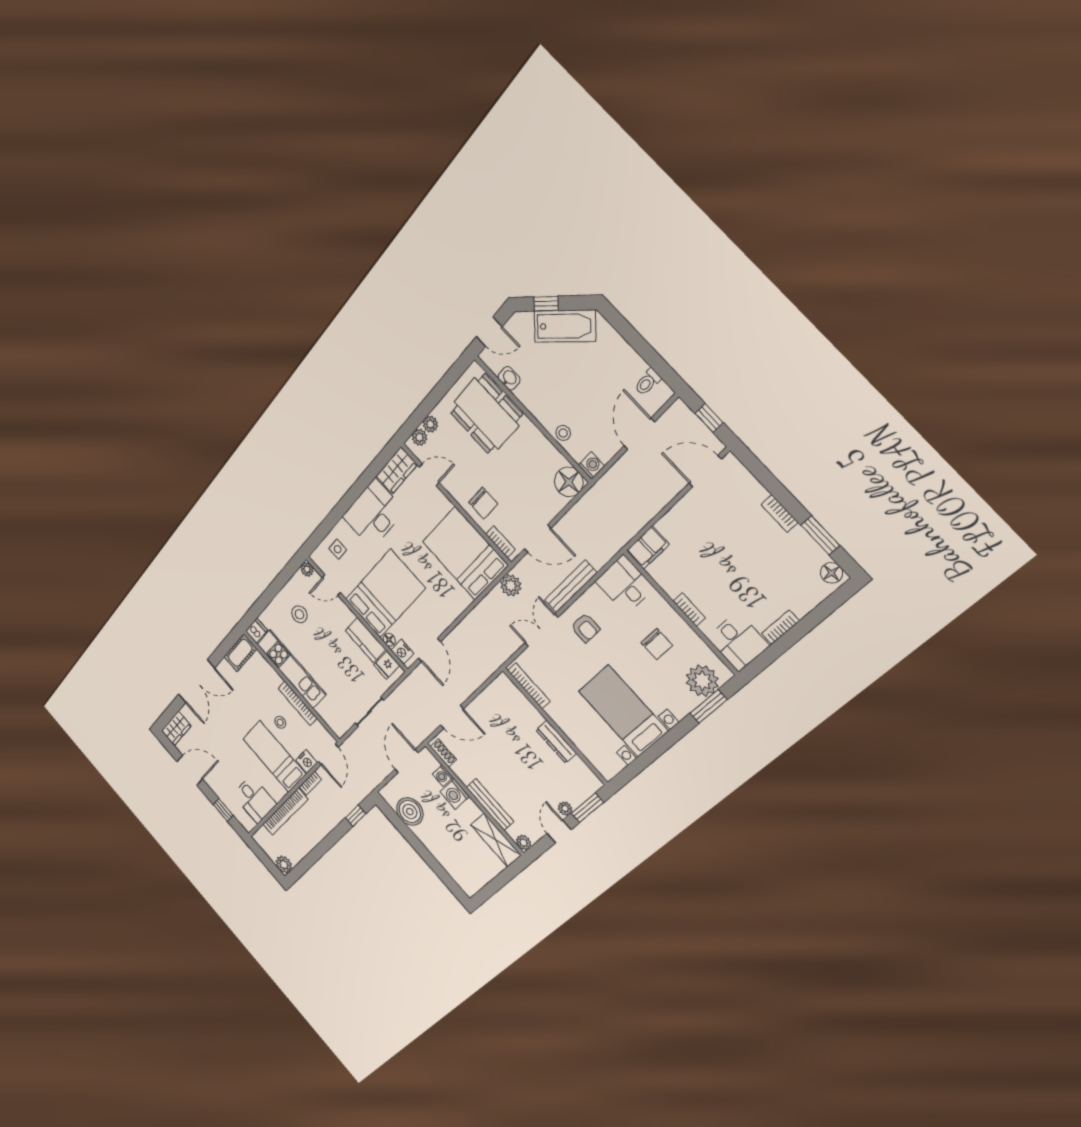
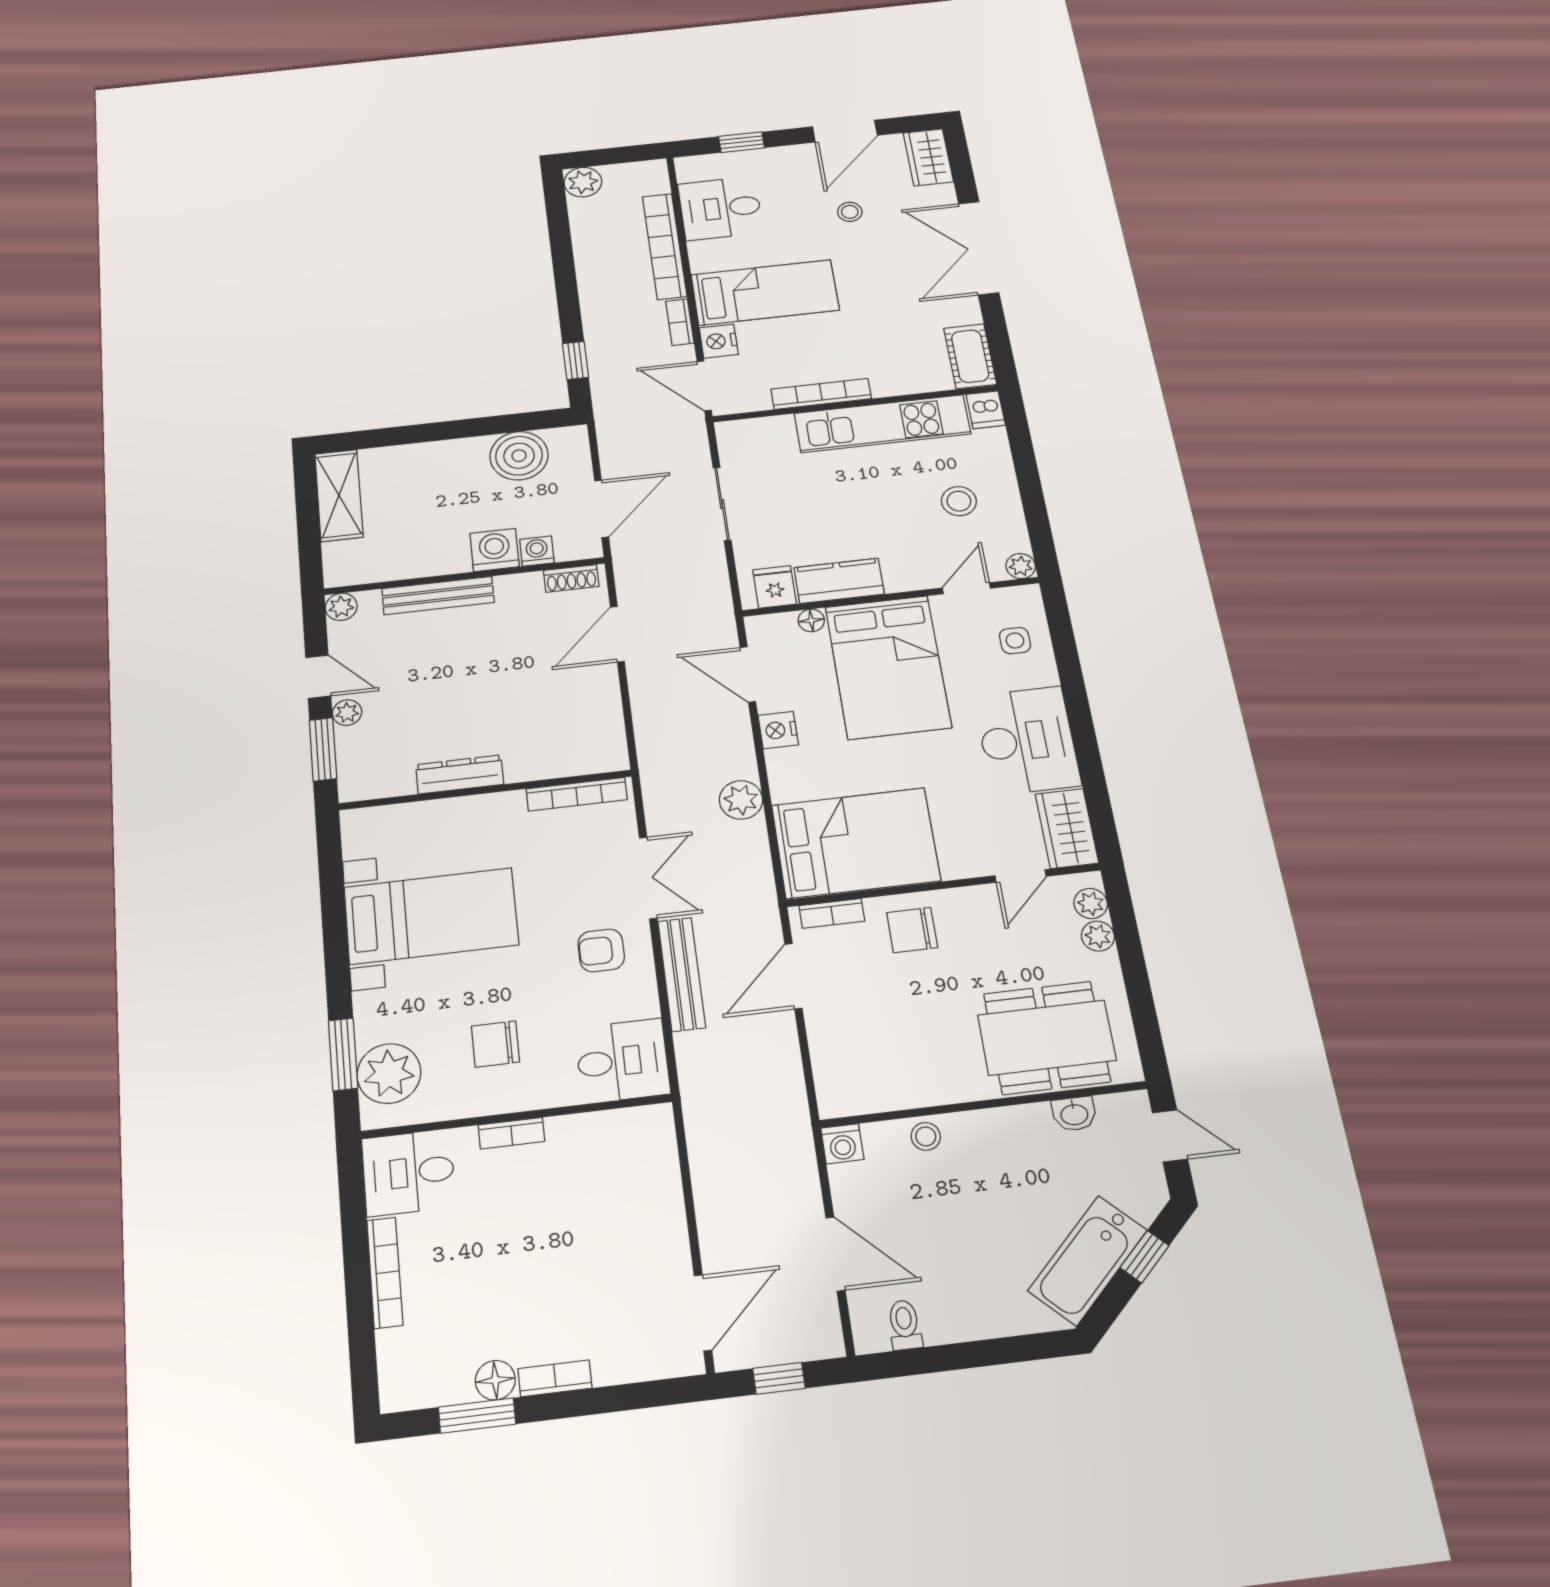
door: (489, 332) -> (1170, 1136), swing flipped
floor lamp: (569, 482) -> (844, 1090), removed
filing cabinet: (648, 548) -> (652, 1139), removed
floor lamp: (832, 573) -> (495, 1380), moved
plant: (511, 585) -> (741, 800), moved
bookcase: (780, 627) -> (385, 1273), width x1.56
nightstand: (402, 652) -> (778, 730), moved, turned -90
stool: (280, 722) -> (850, 212), moved
door: (407, 761) -> (602, 509), hinge flipped
shelving: (496, 840) -> (339, 495), moved, turned 90

